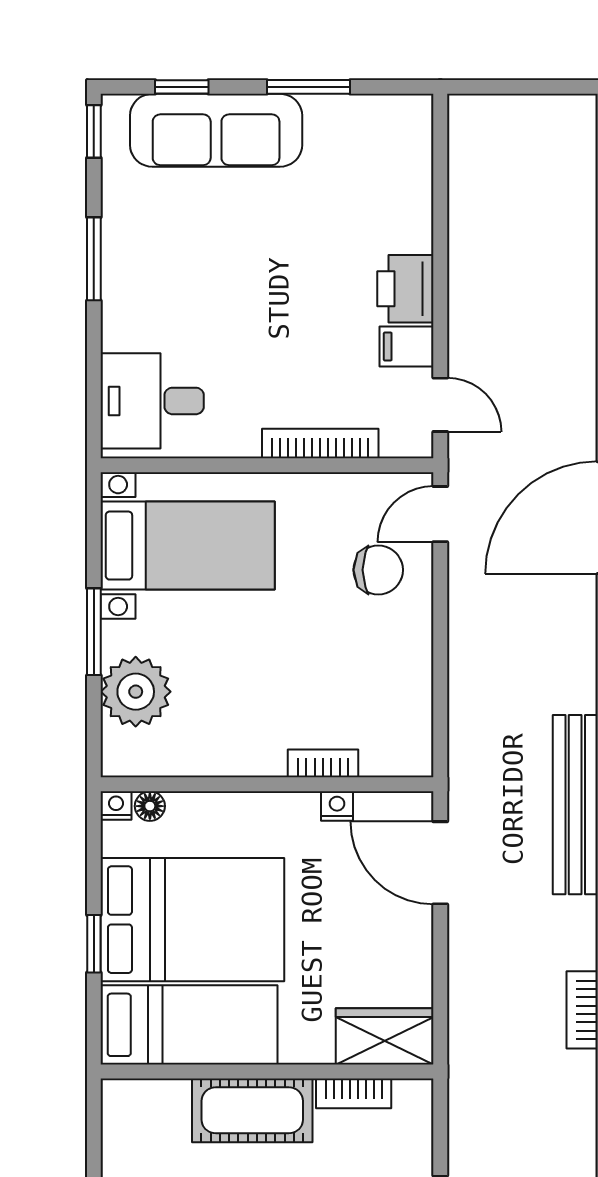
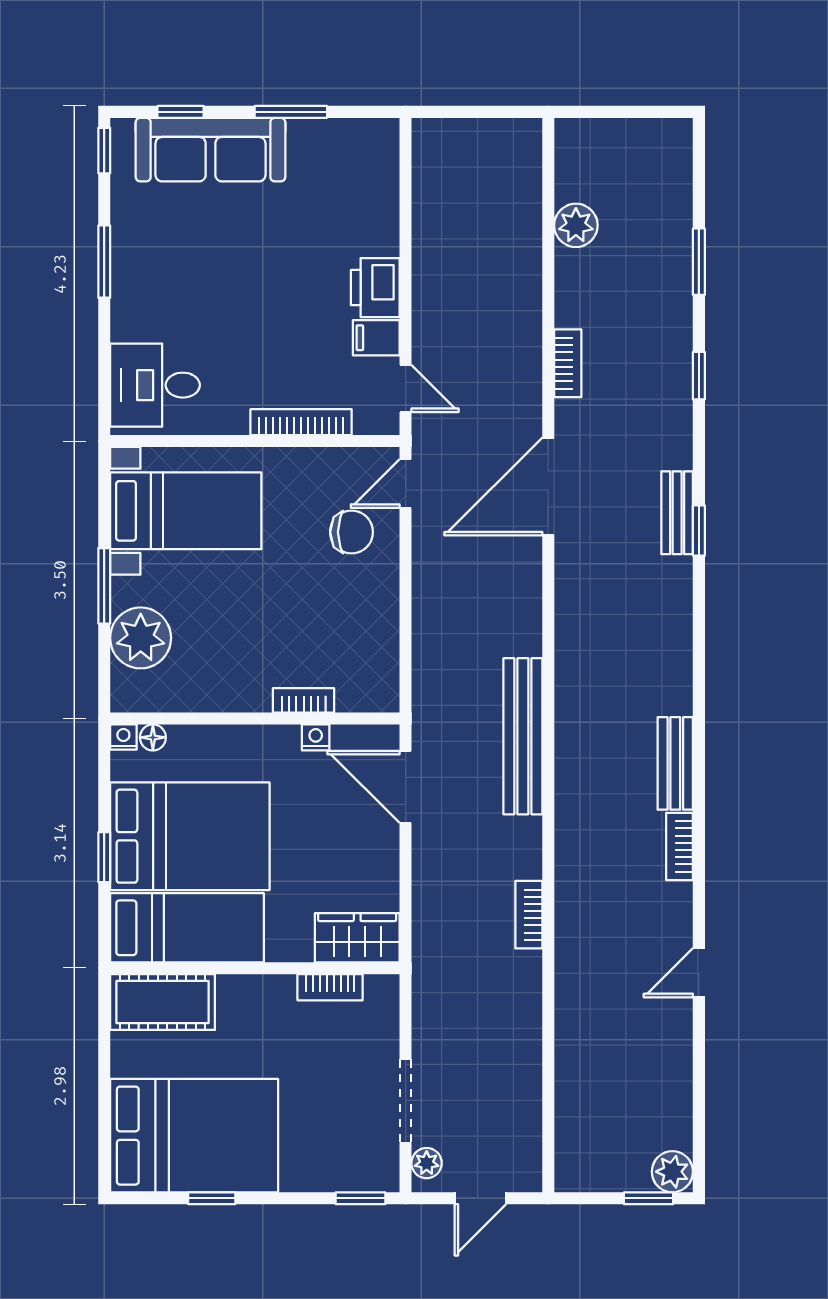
cot: (252, 1110) -> (163, 1002), moved

